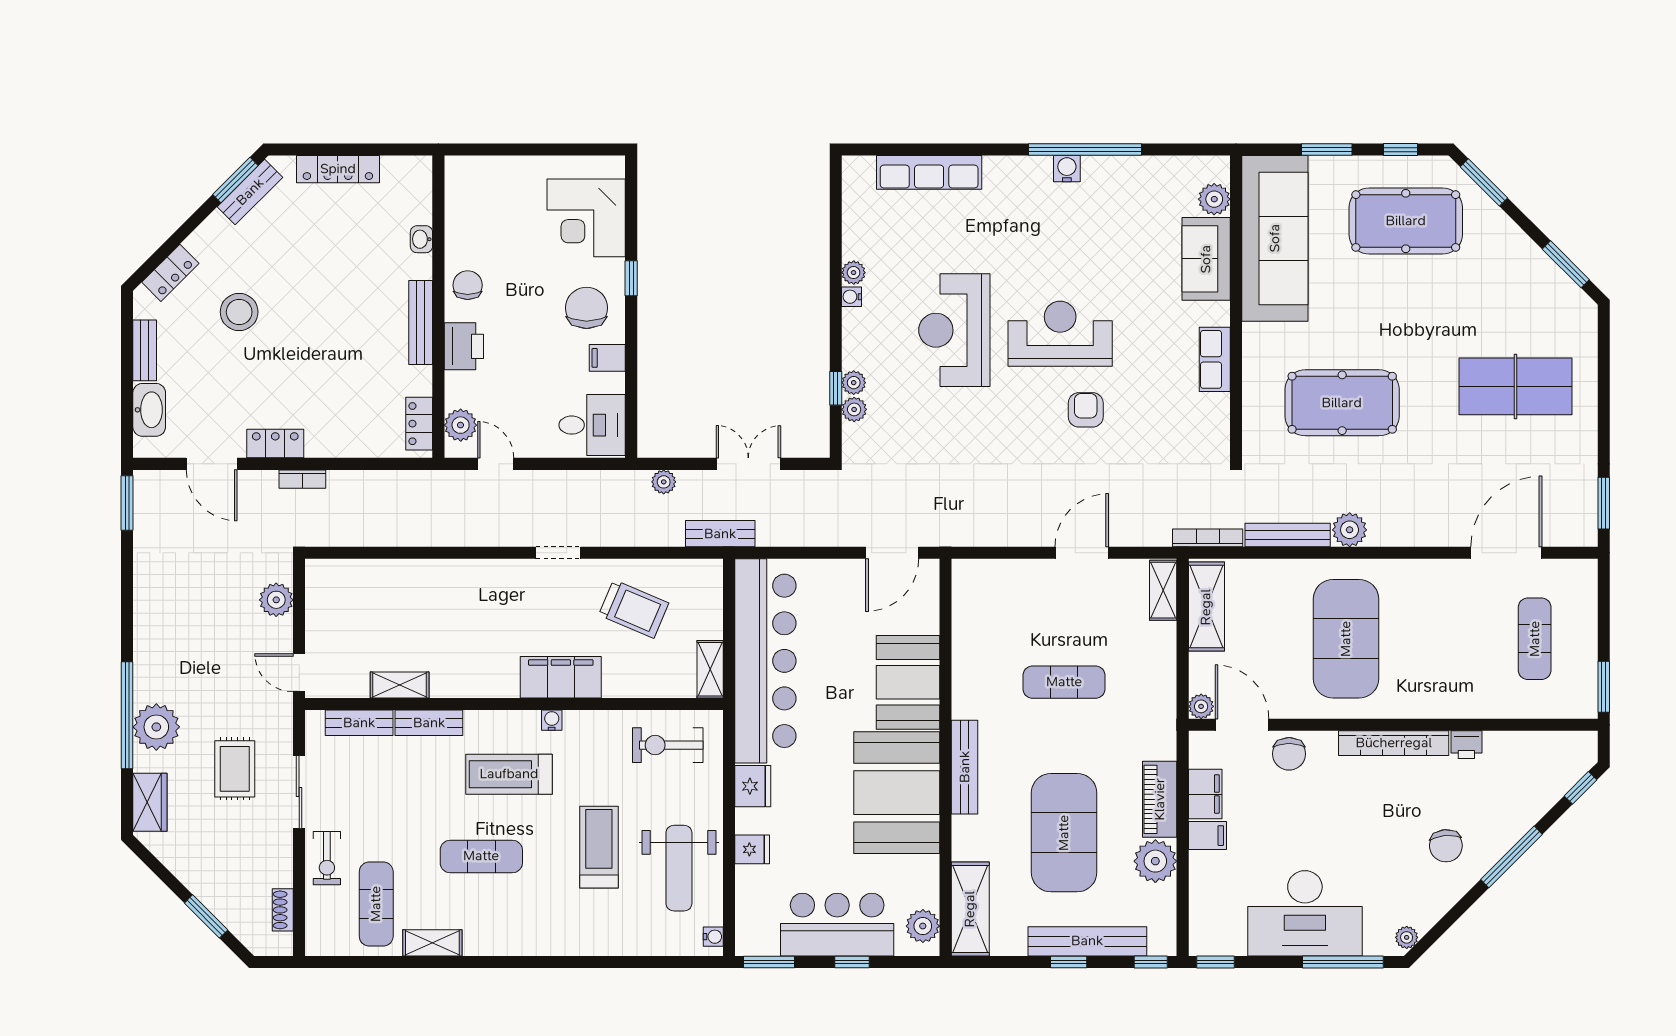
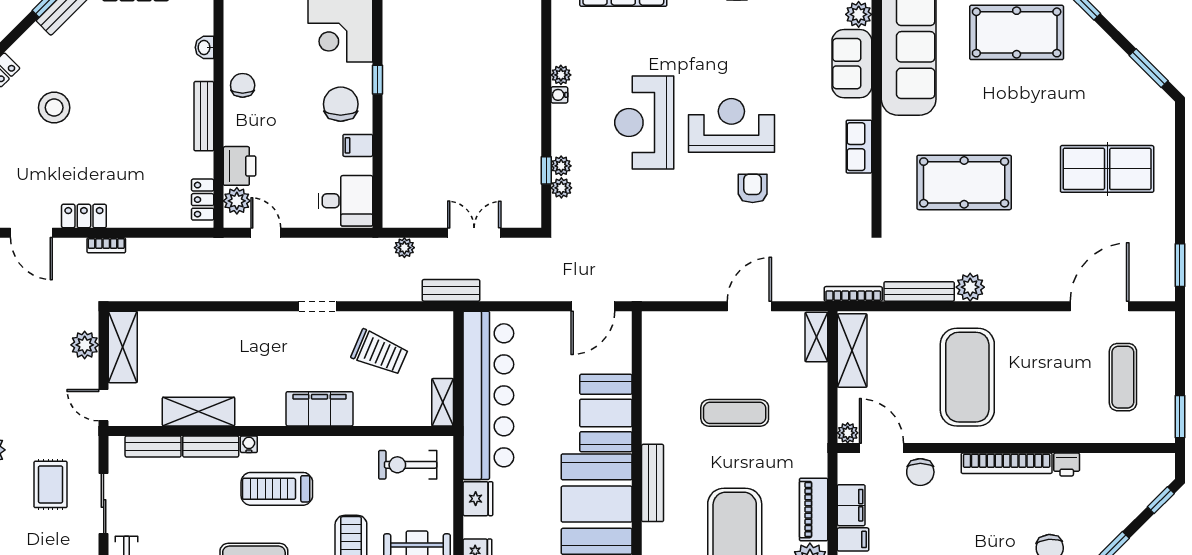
printer: (464, 346) -> (240, 166), moved
shelving: (322, 602) -> (123, 347), added
shelving: (400, 685) -> (199, 412), width x1.50, depth x1.33
water cooler: (552, 720) -> (249, 444), moved

